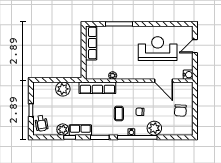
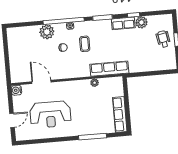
plant: (63, 89) -> (145, 64), removed
chair: (180, 111) -> (21, 52), removed
wheelchair: (41, 123) -> (163, 39), moved

